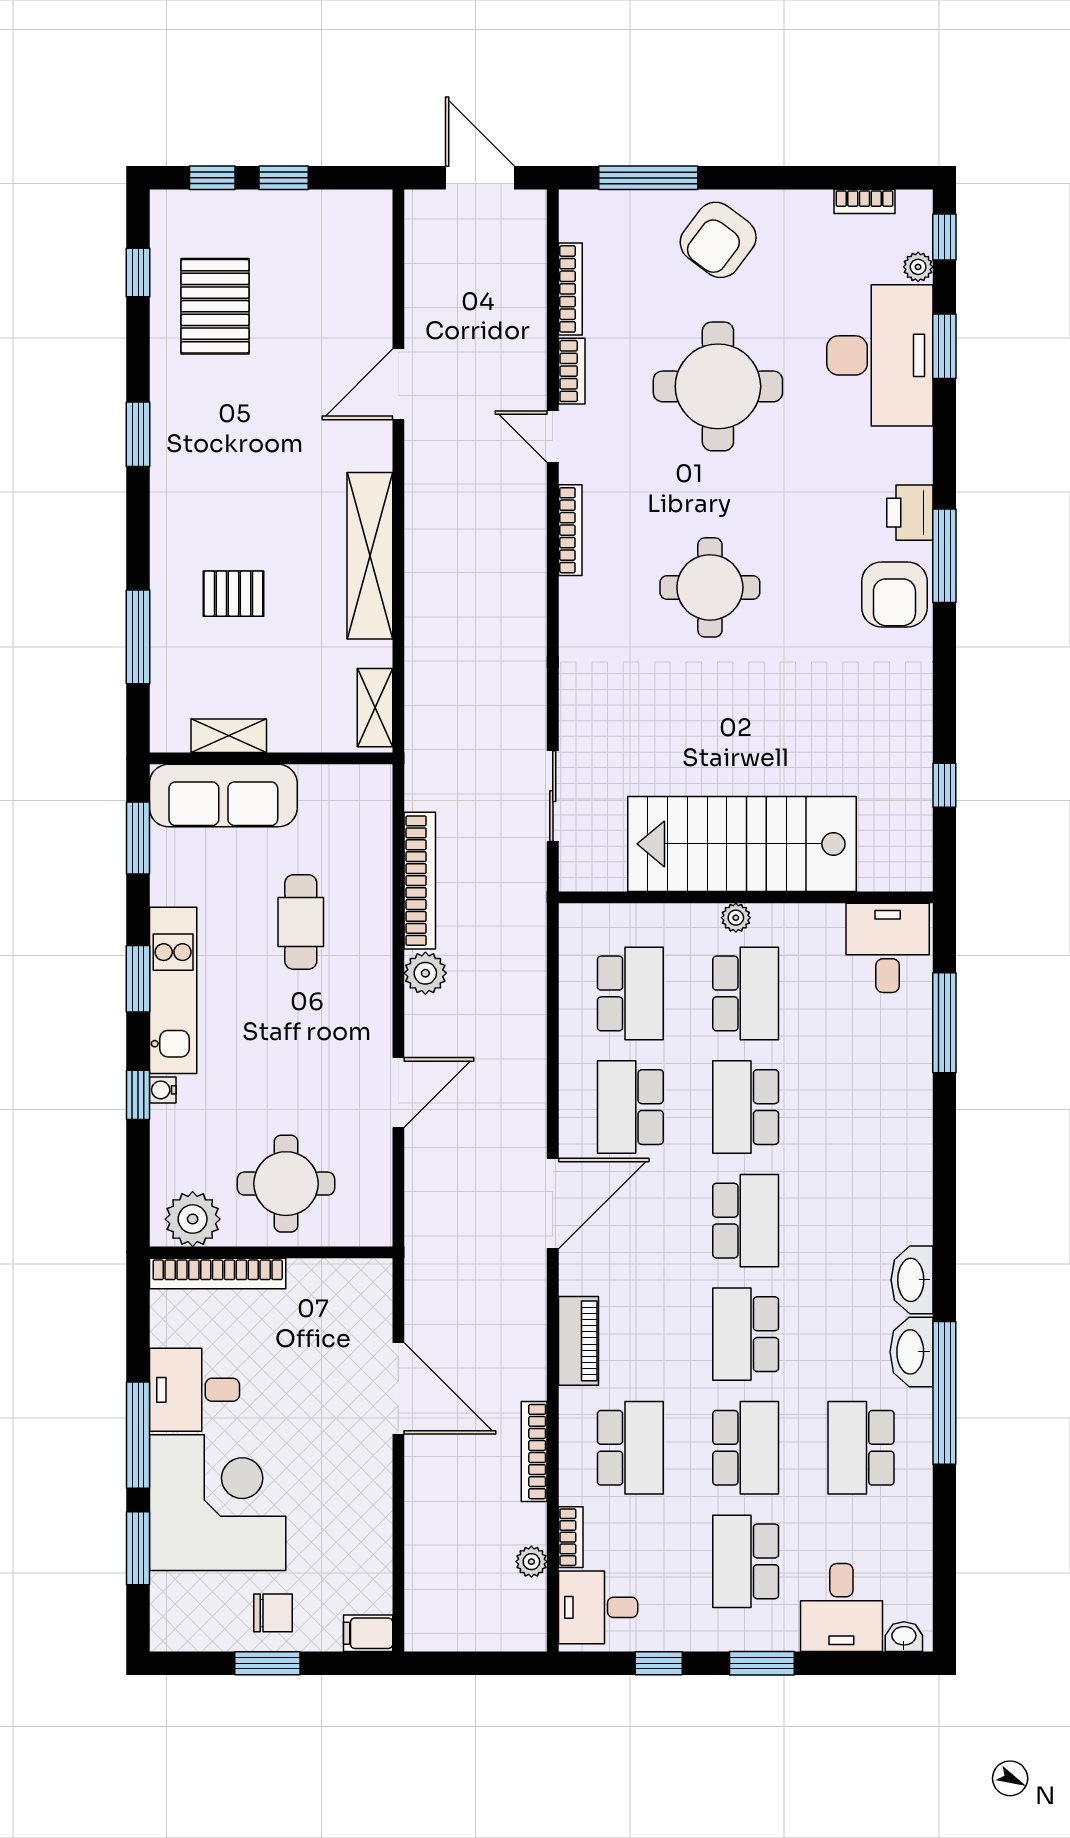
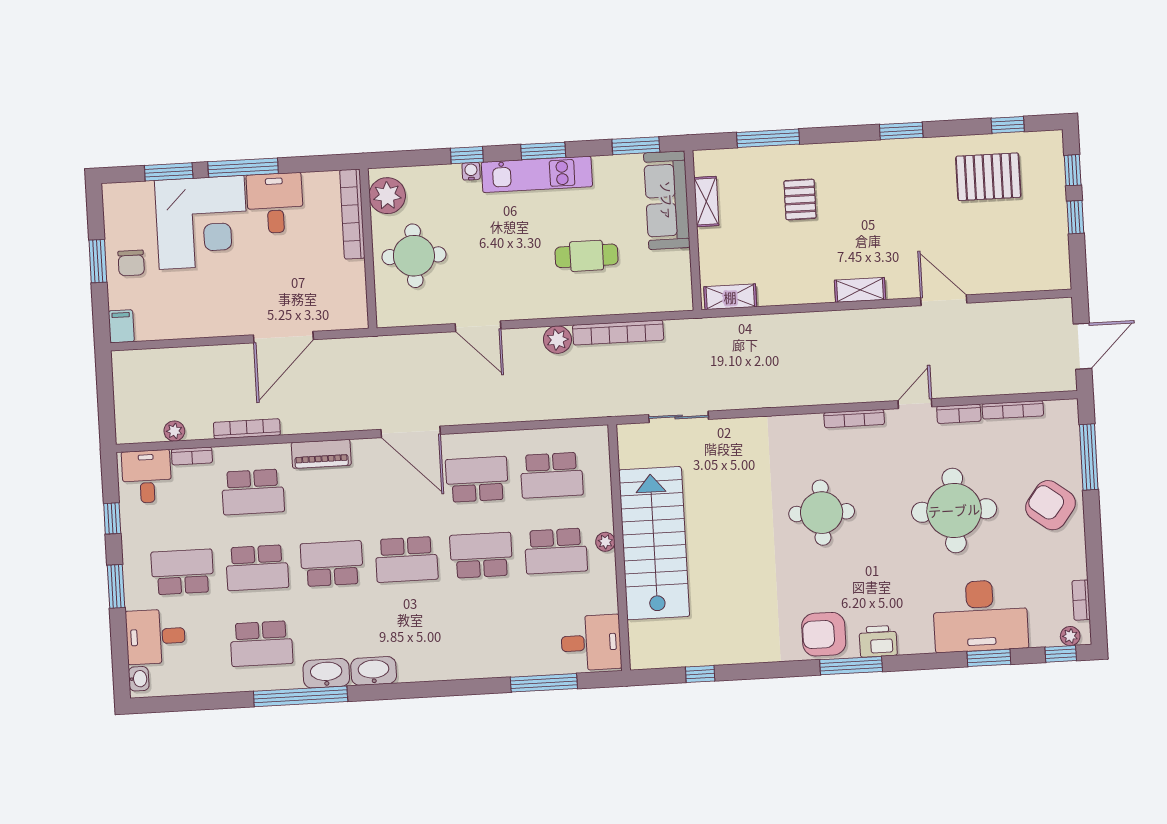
plant: (918, 267) -> (1070, 636), moved
shelving: (370, 556) -> (860, 290), width x0.45, depth x0.75
school desk: (861, 1448) -> (261, 644), turned 180

